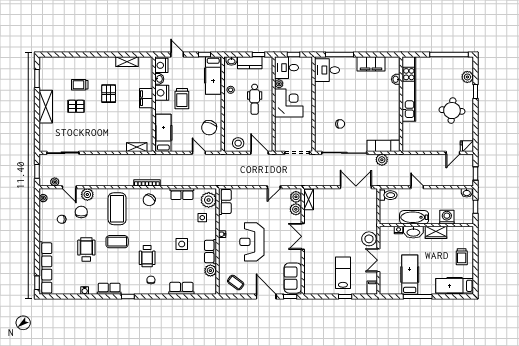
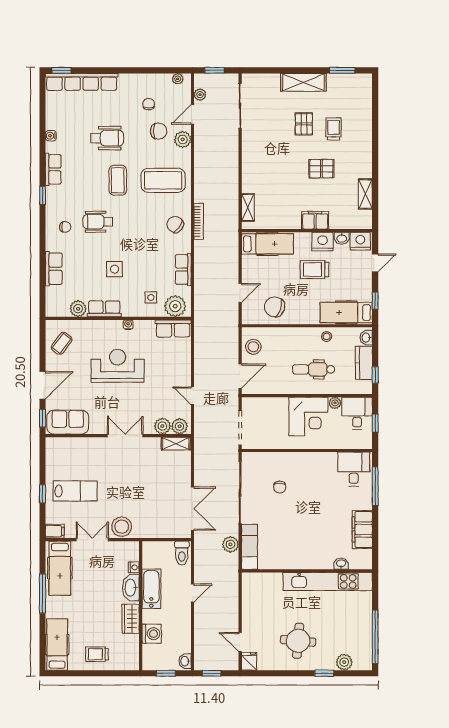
hospital bed: (410, 275) -> (60, 568), moved, turned 90

